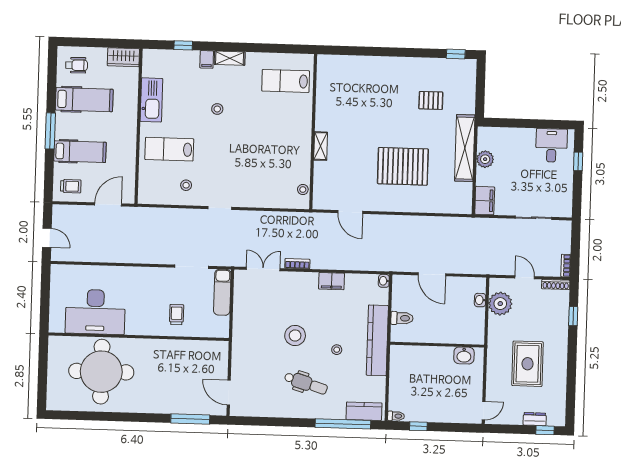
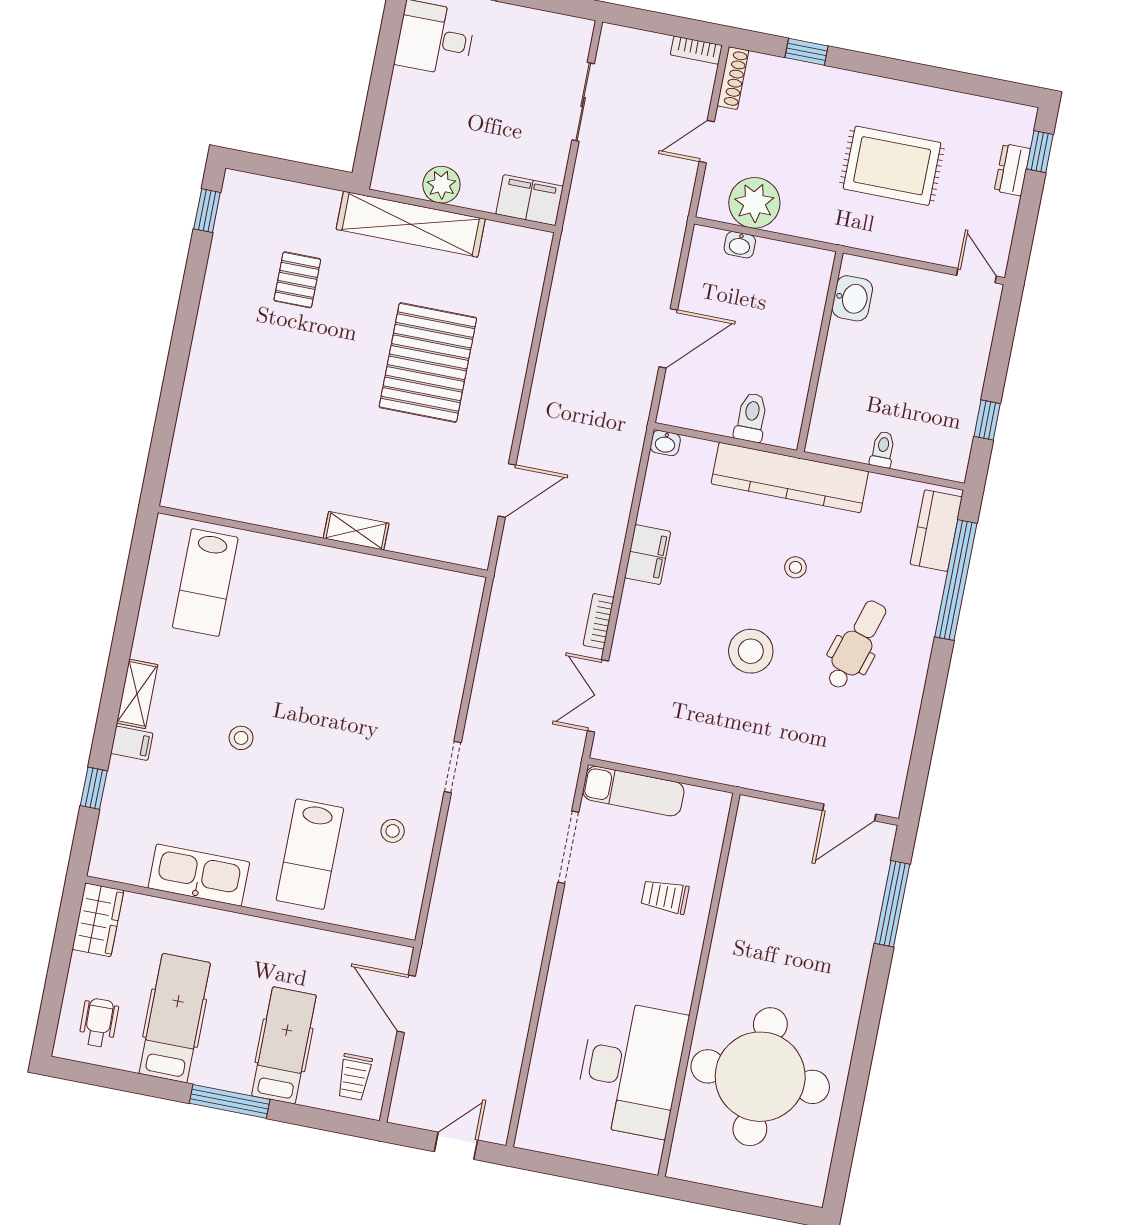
trolley: (71, 186) -> (354, 1077), turned 180
stool: (303, 190) -> (442, 584), removed
toilet: (396, 416) -> (883, 449), moved

